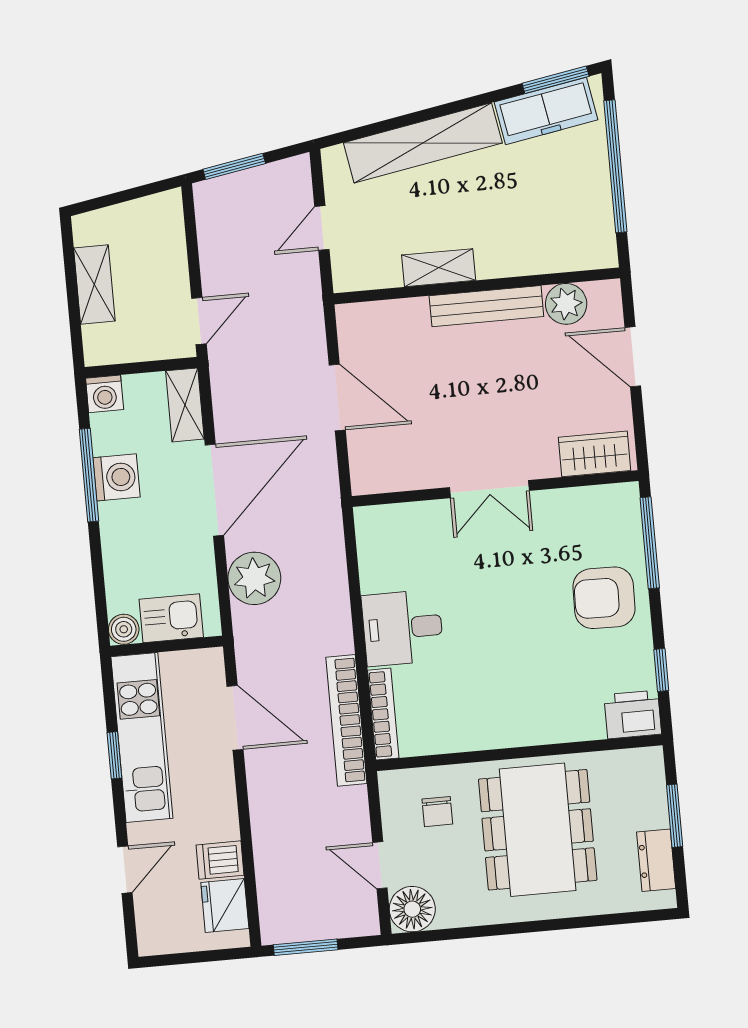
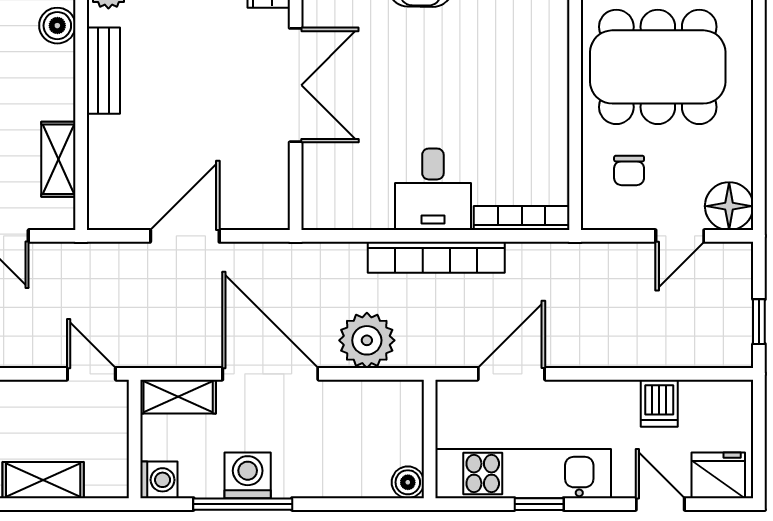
boiler: (525, 259) -> (57, 26), added
shelving: (439, 268) -> (58, 159), moved
bench: (486, 306) -> (103, 71), width x0.73
double door: (489, 489) -> (296, 85), width x1.37
kitchen sink: (171, 618) -> (401, 431), removed
bookcase: (346, 720) -> (436, 257), moved
chair: (437, 812) -> (629, 170), turned 90
fridge: (225, 905) -> (718, 475), moved, turned 180
window: (306, 947) -> (759, 322), width x0.67

